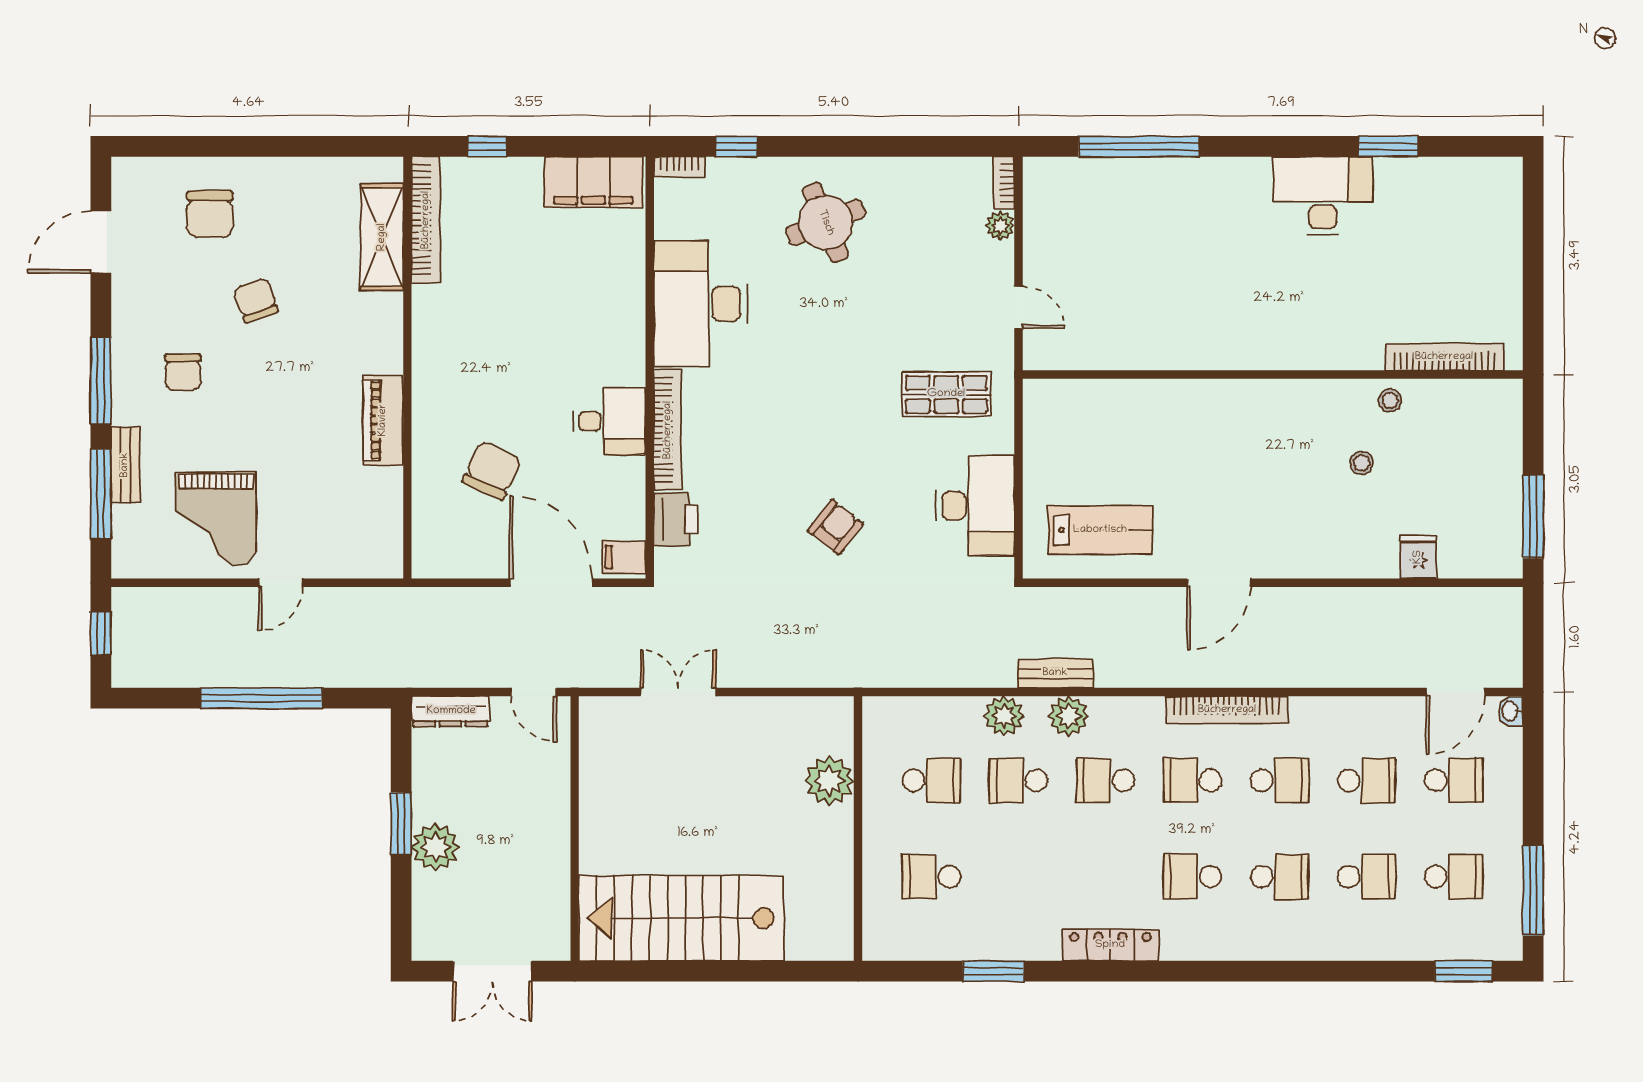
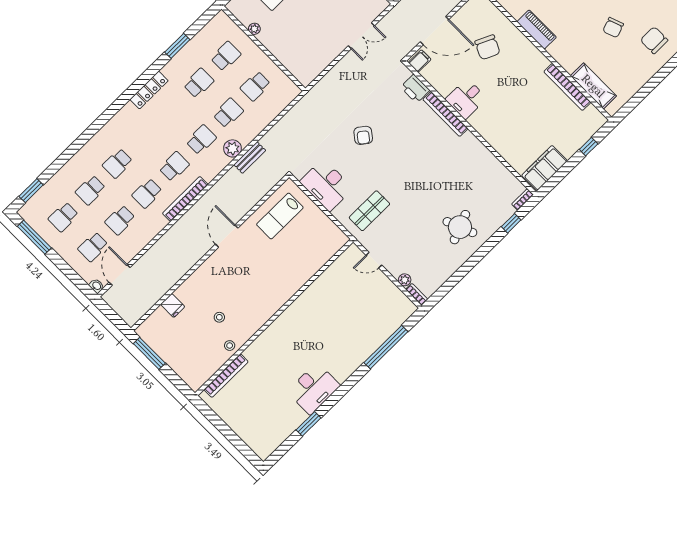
bookcase: (426, 220) -> (567, 87), moved
chair: (256, 300) -> (613, 28), turned 89
desk: (701, 304) -> (474, 163), removed
plant: (1004, 716) -> (253, 129), removed
plant: (829, 781) -> (254, 29), moved, width x0.53, depth x0.53
school desk: (1193, 877) -> (199, 83), moved

